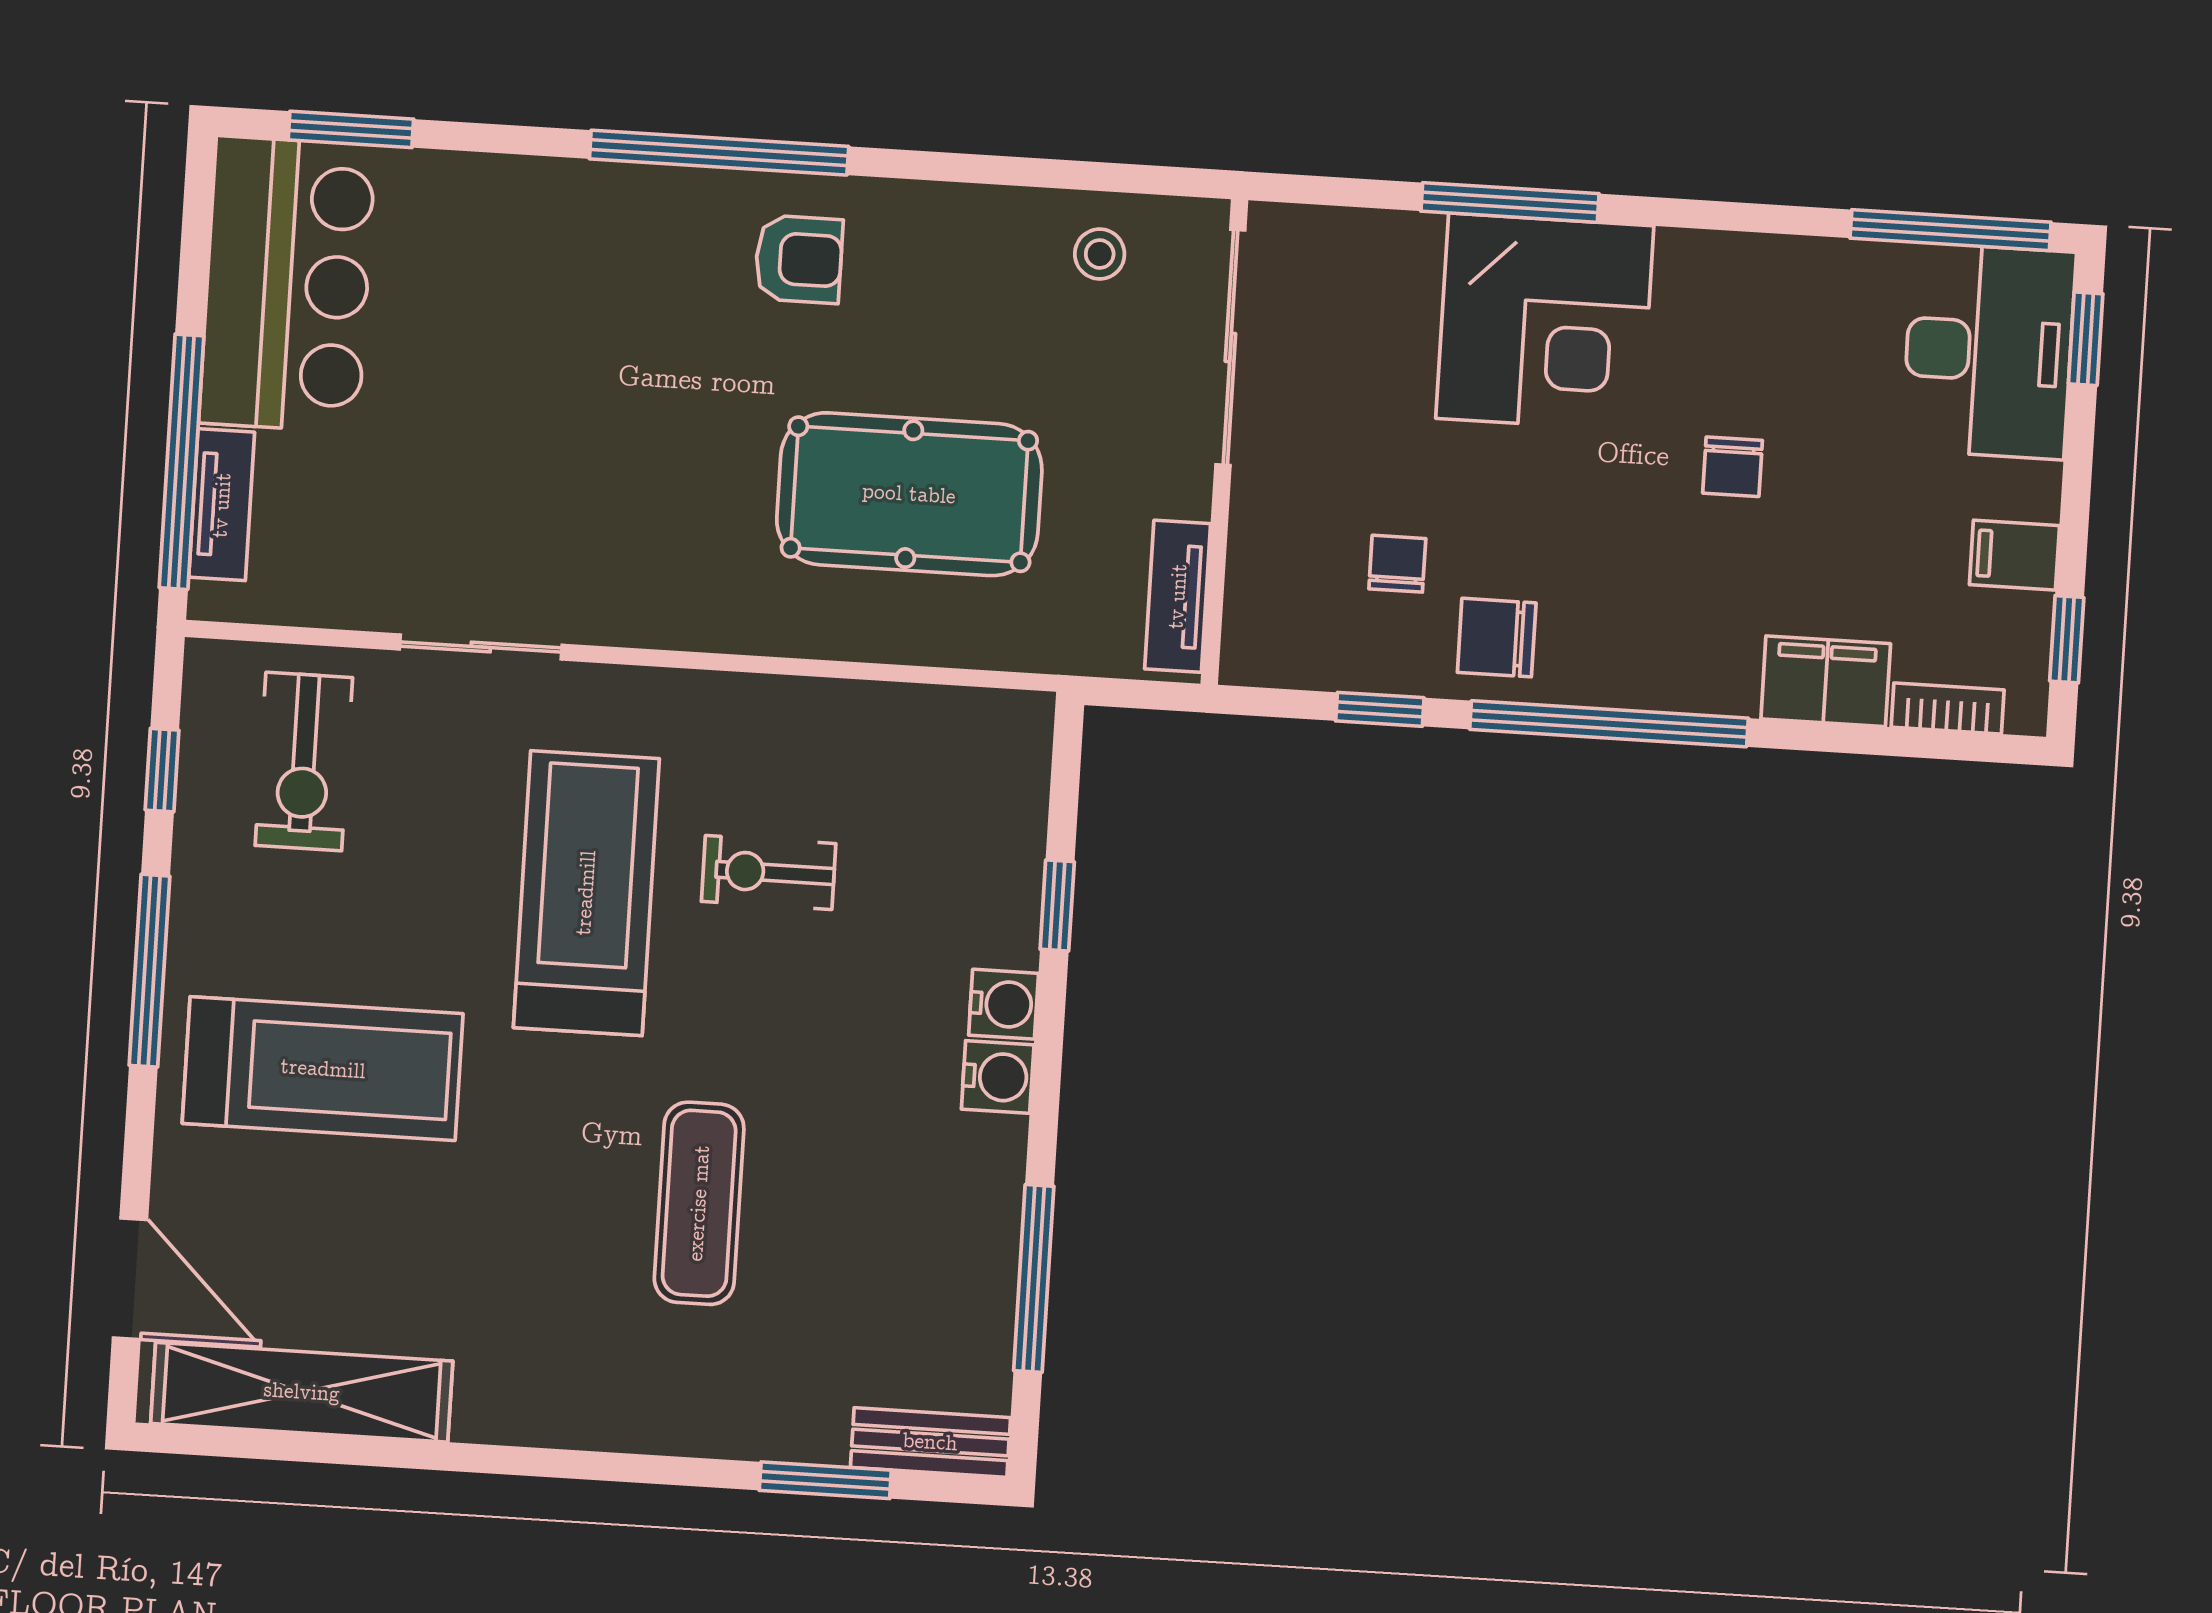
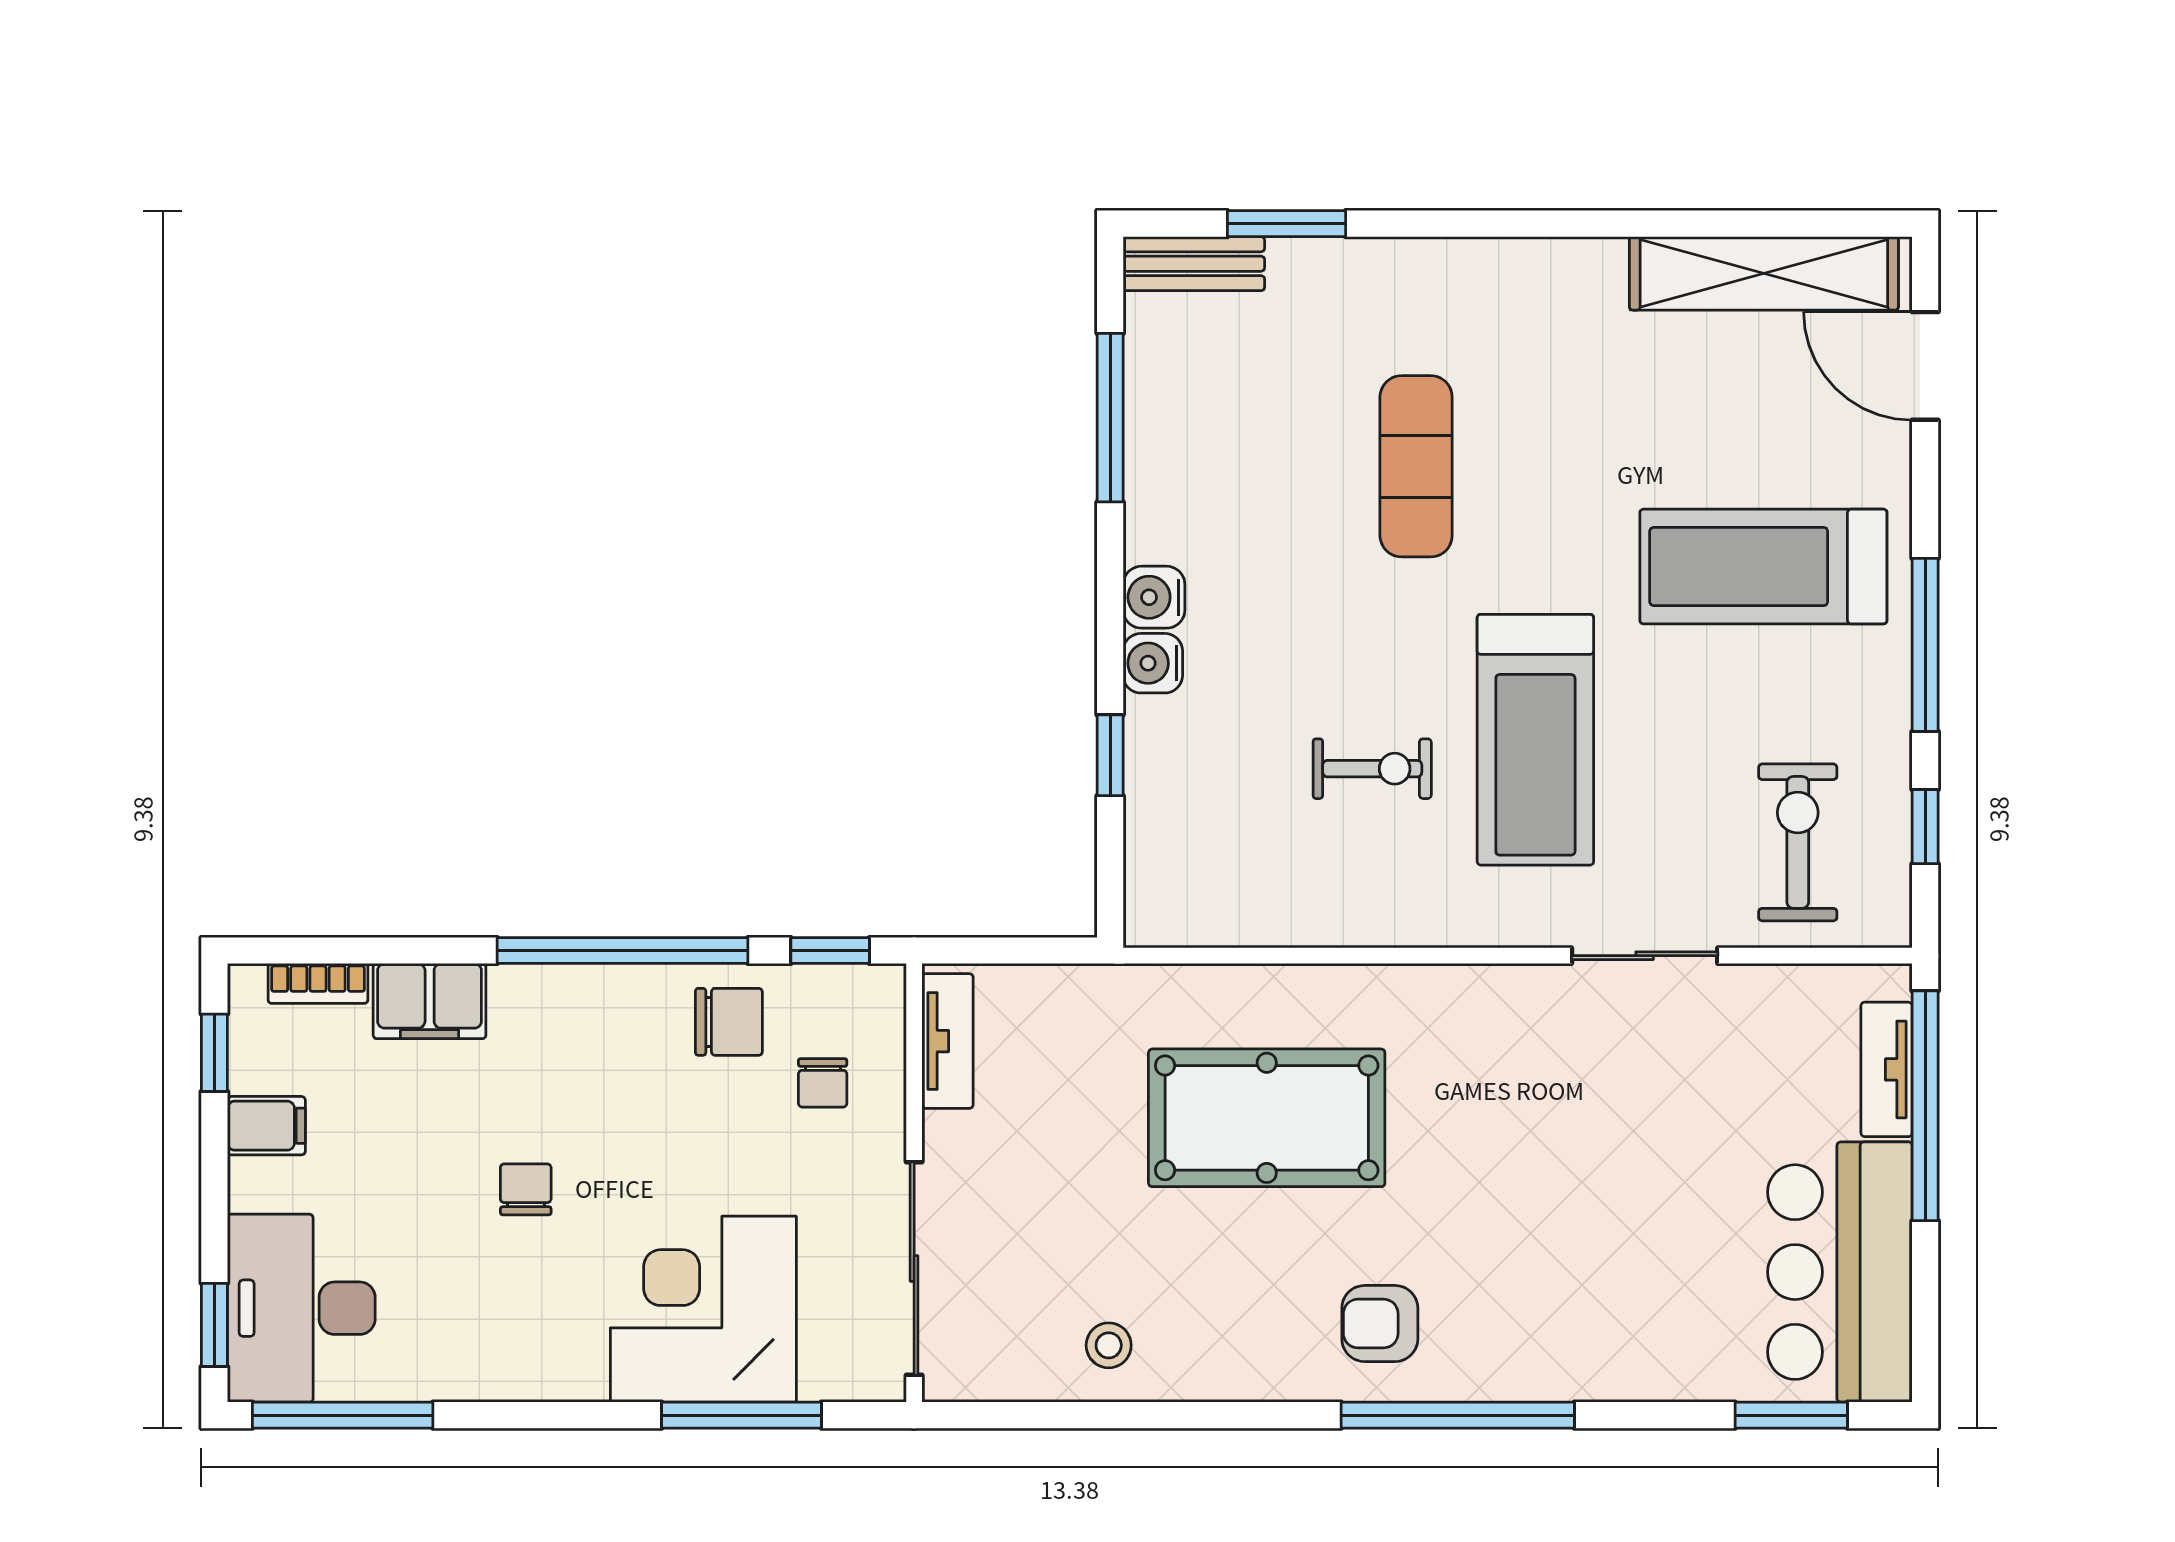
sliding door: (1230, 347) -> (914, 1269), moved
wall: (1224, 442) -> (914, 1183), moved
tv unit: (1178, 596) -> (948, 1041), moved

